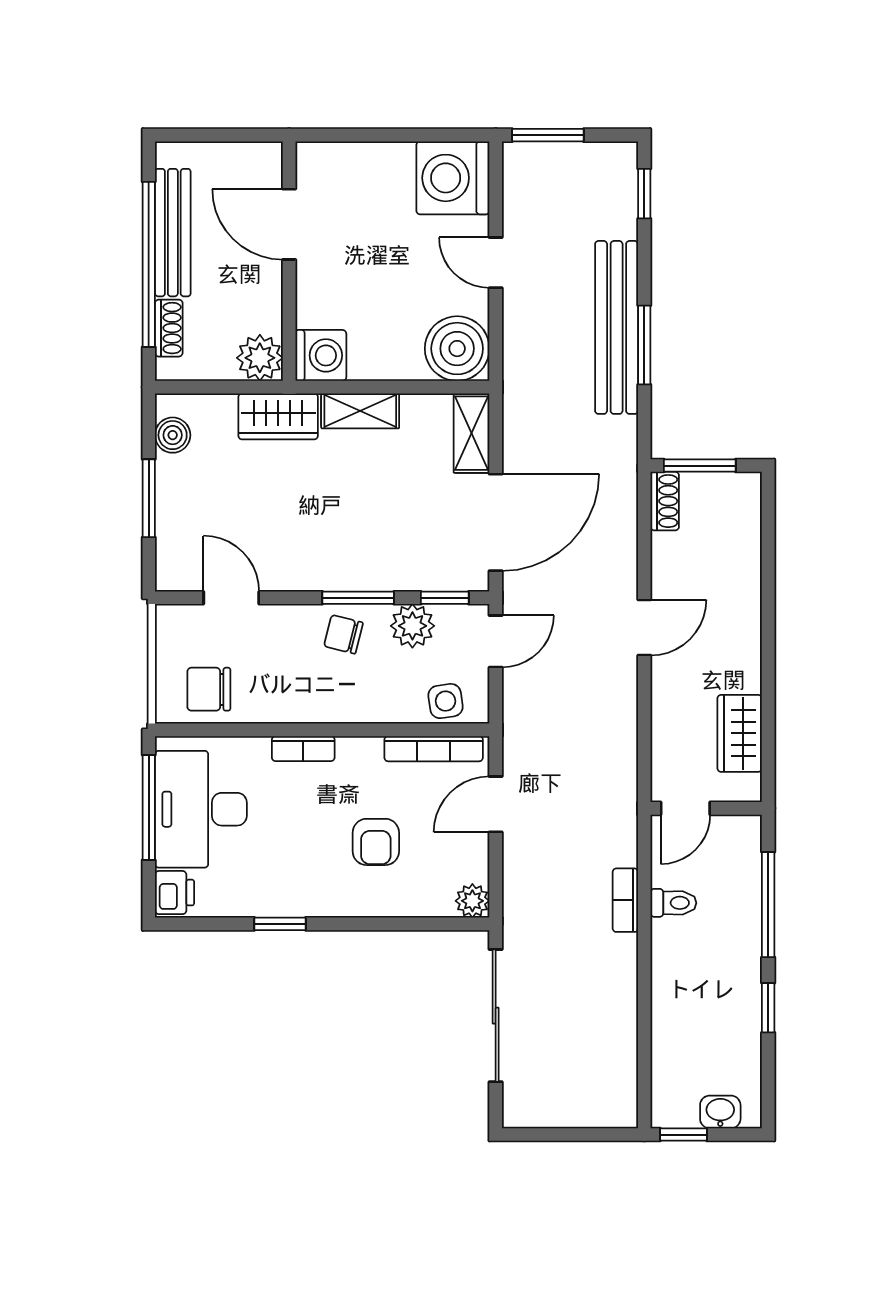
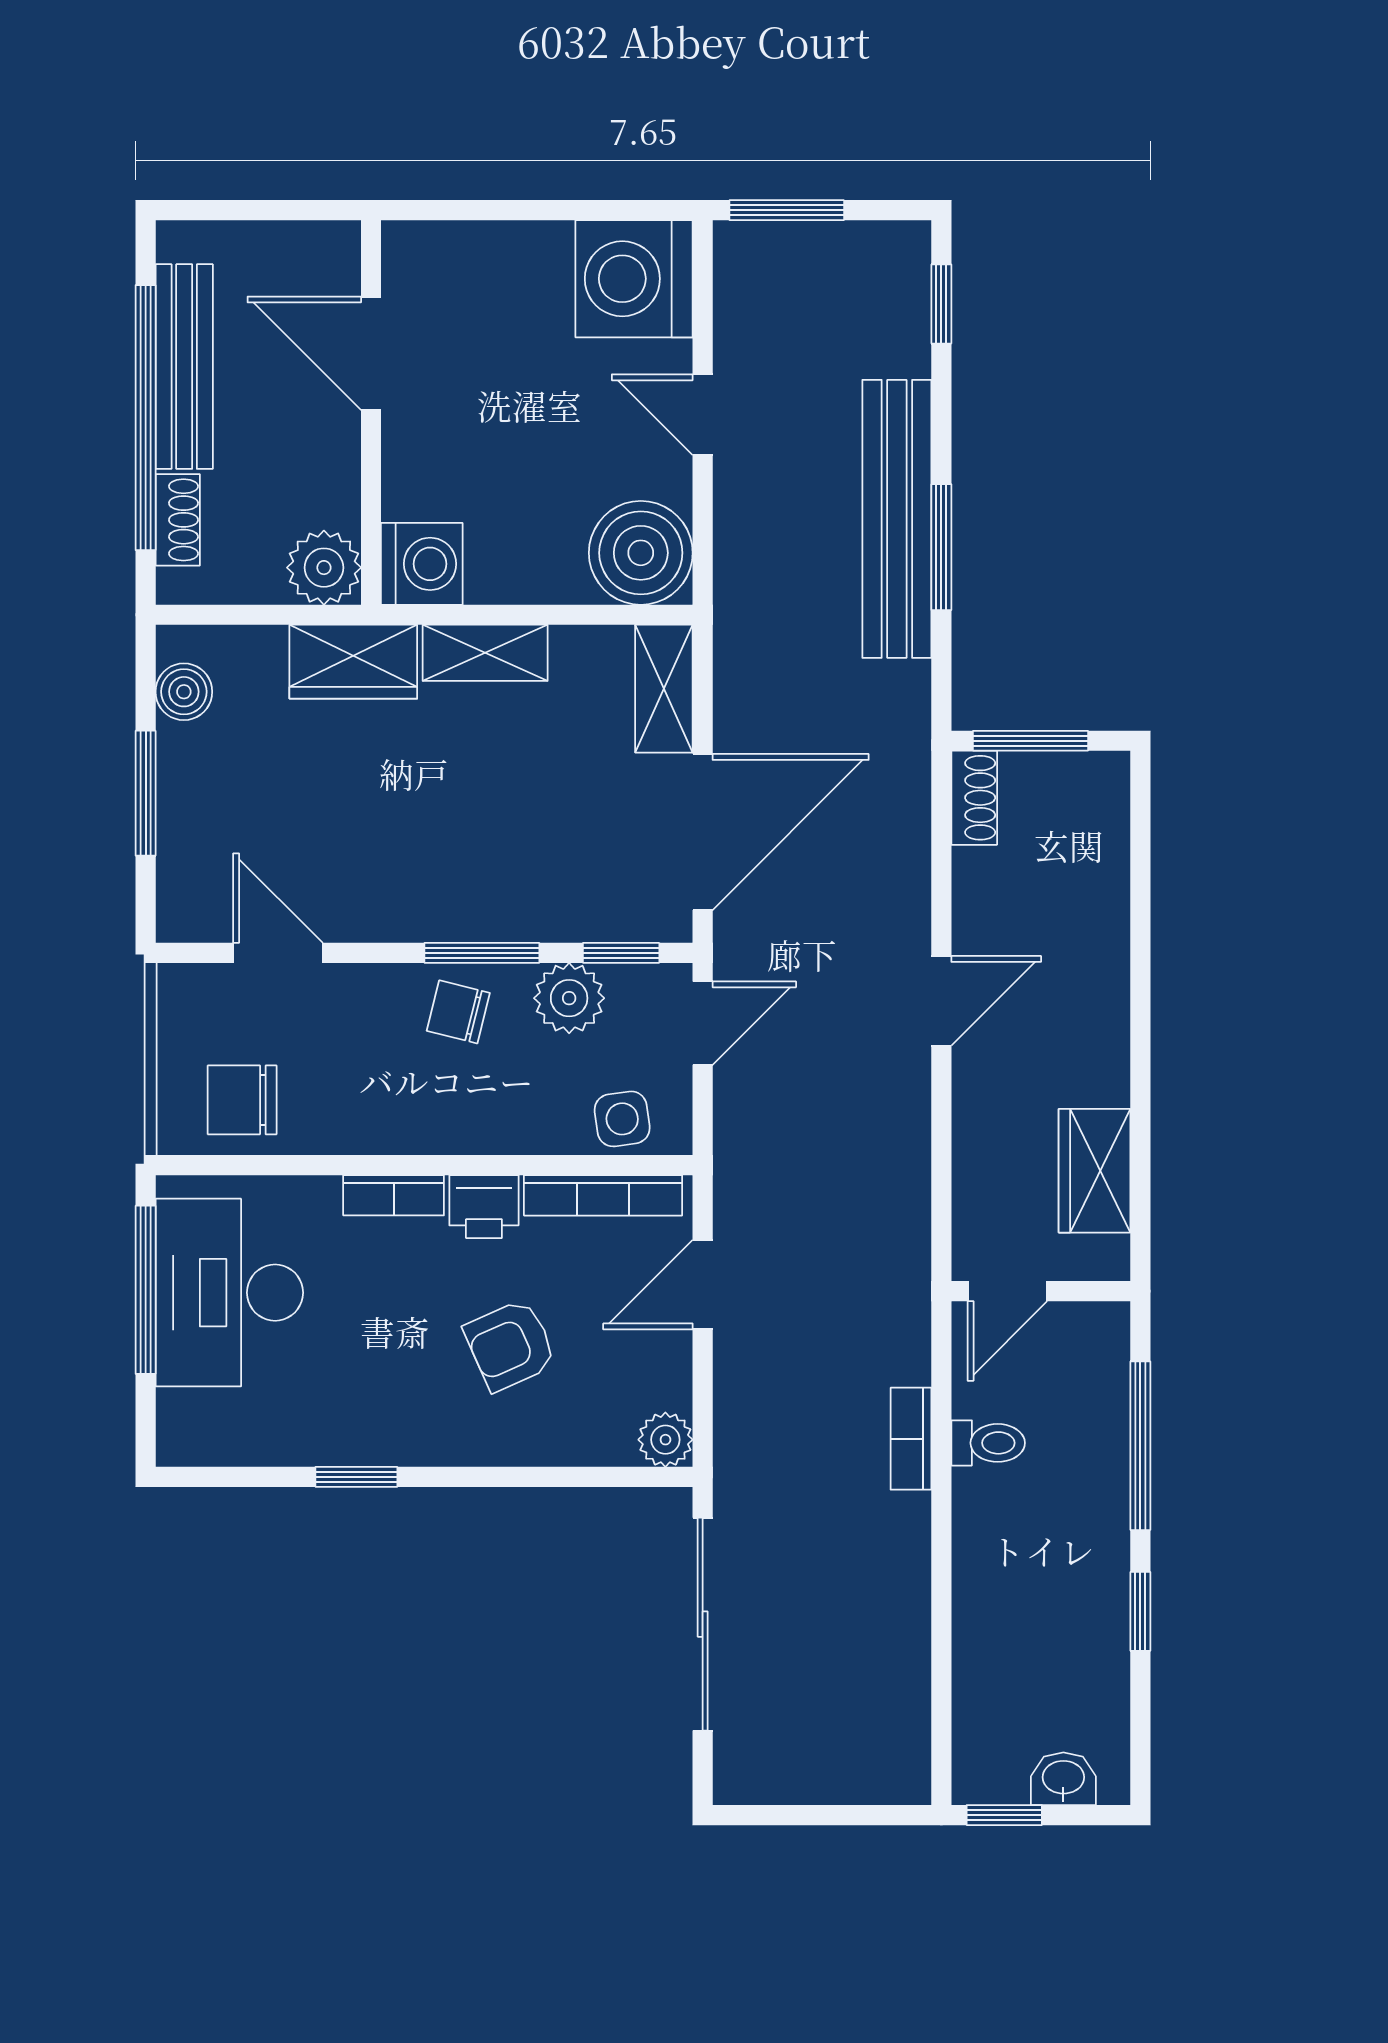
armchair: (376, 842) -> (510, 1345), turned 66
printer: (175, 893) -> (484, 1207), moved, turned 90

